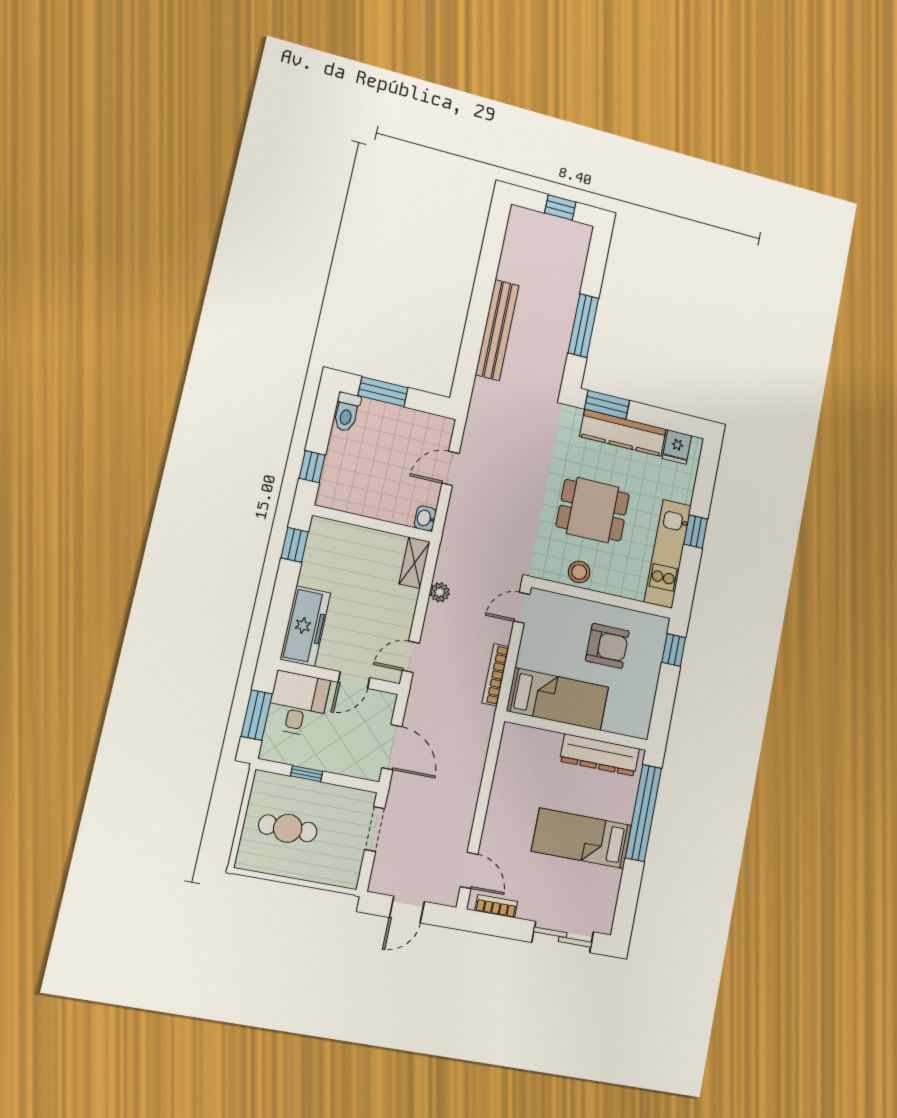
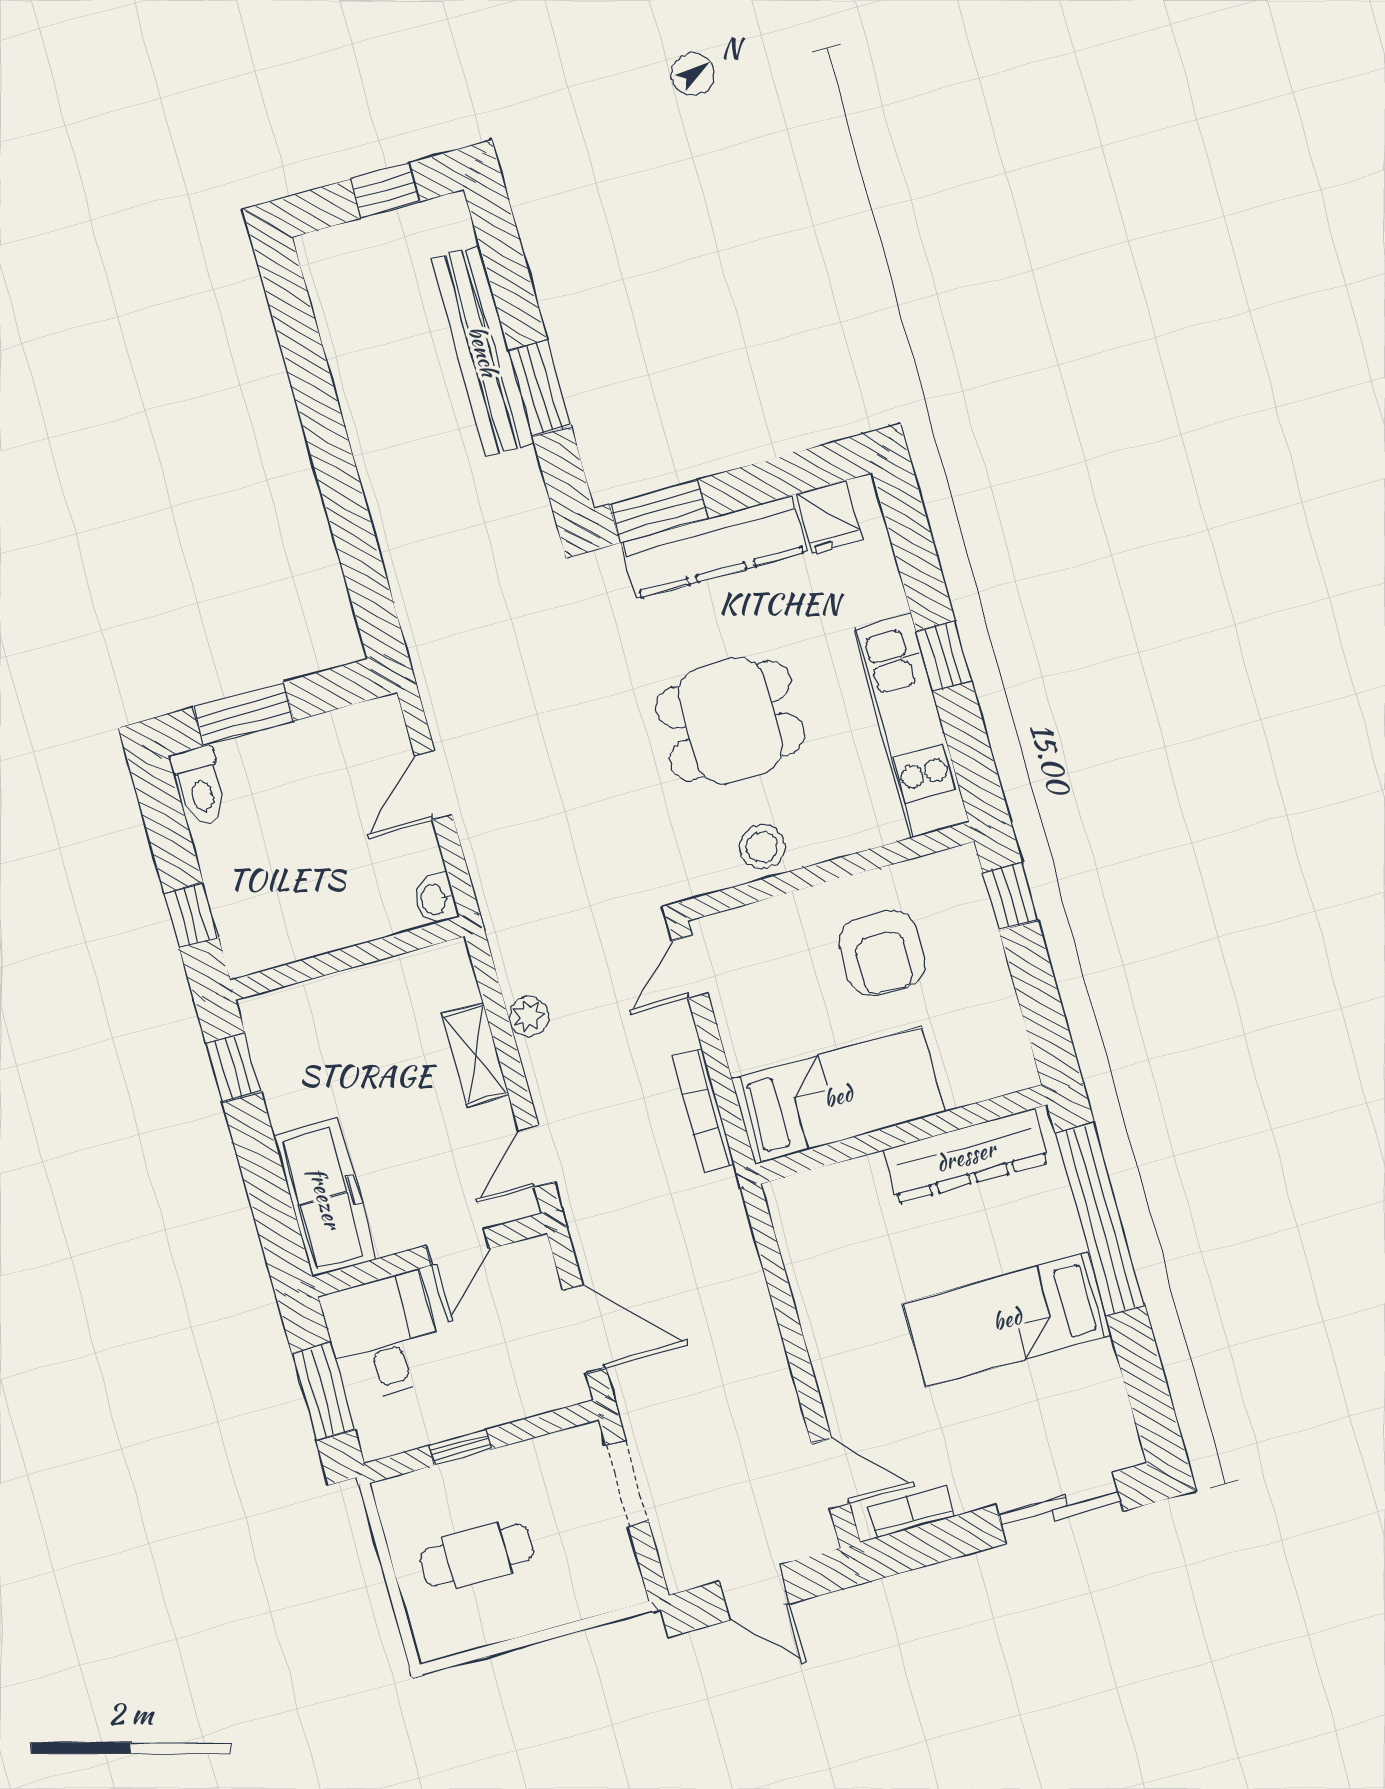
window: (583, 326) -> (540, 388), width x0.69
bench: (497, 330) -> (483, 351), moved
shelving: (414, 563) -> (475, 1055), moved
armchair: (607, 646) -> (882, 953), turned 90
door: (407, 909) -> (755, 1593), hinge flipped

